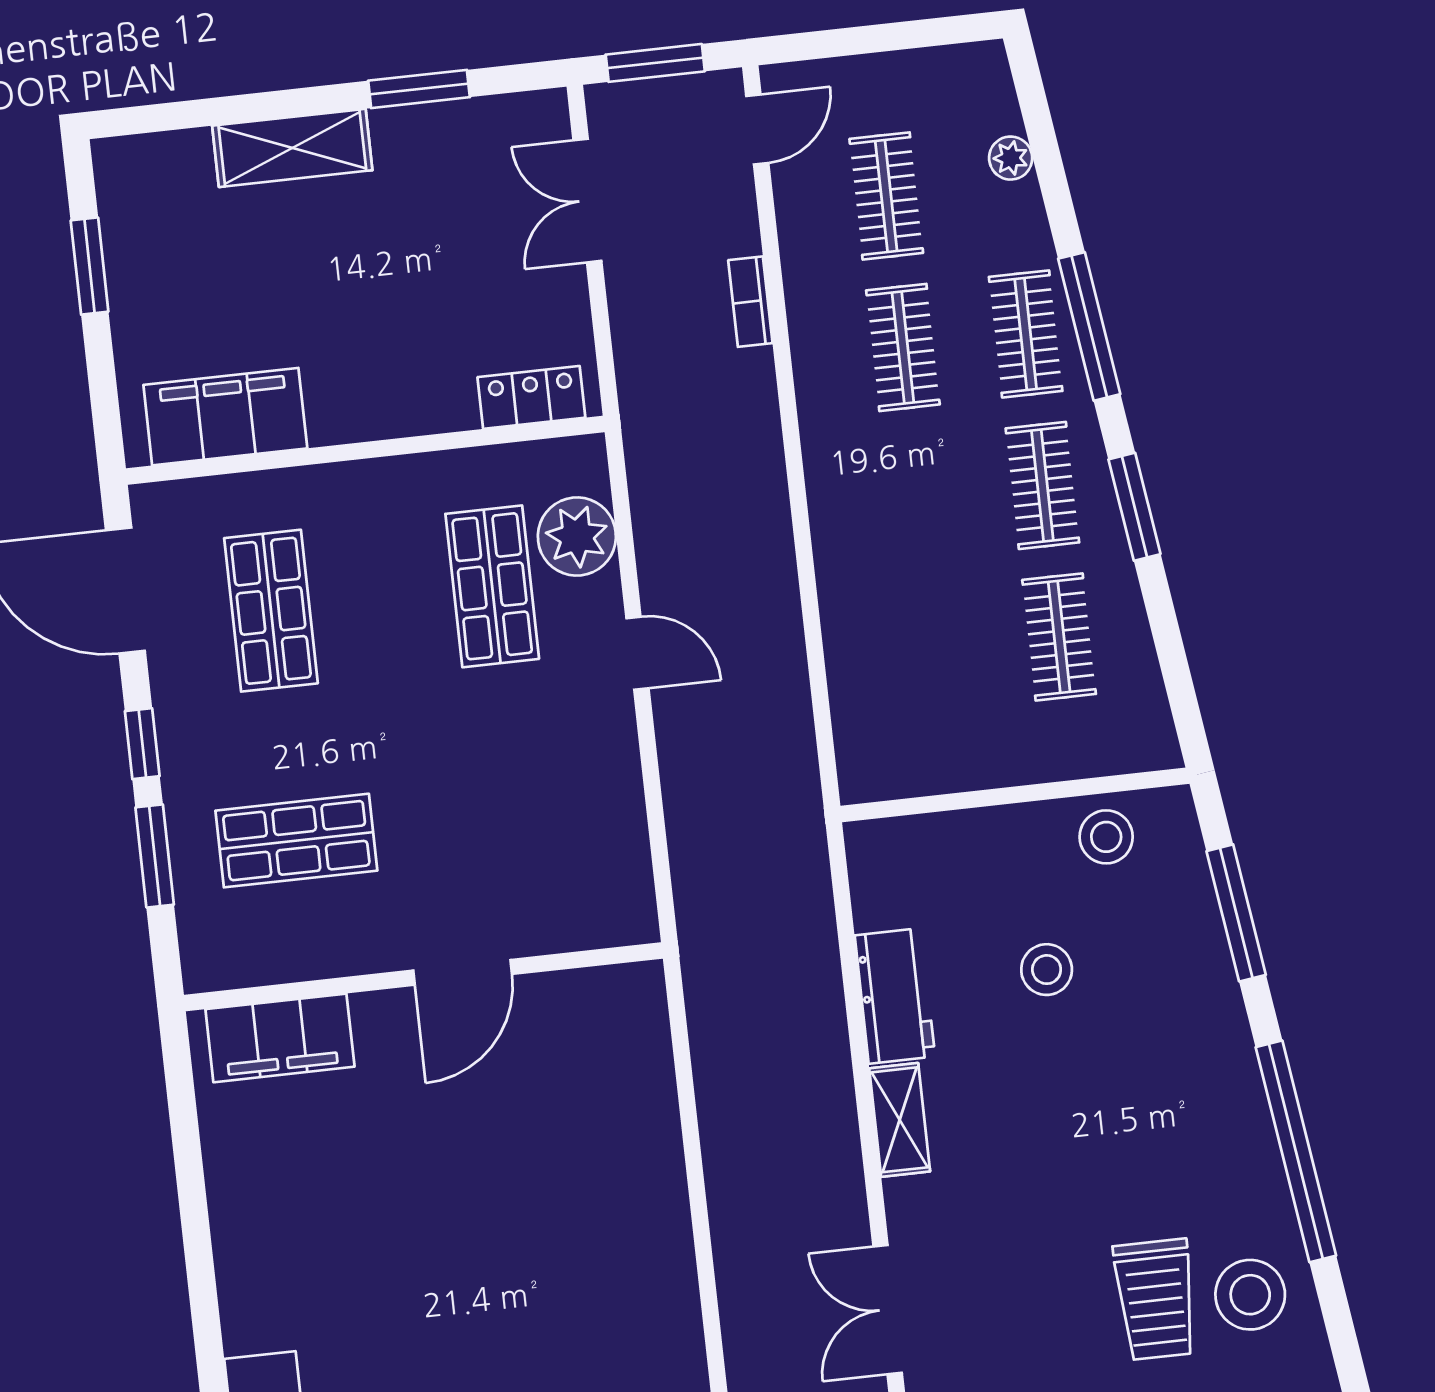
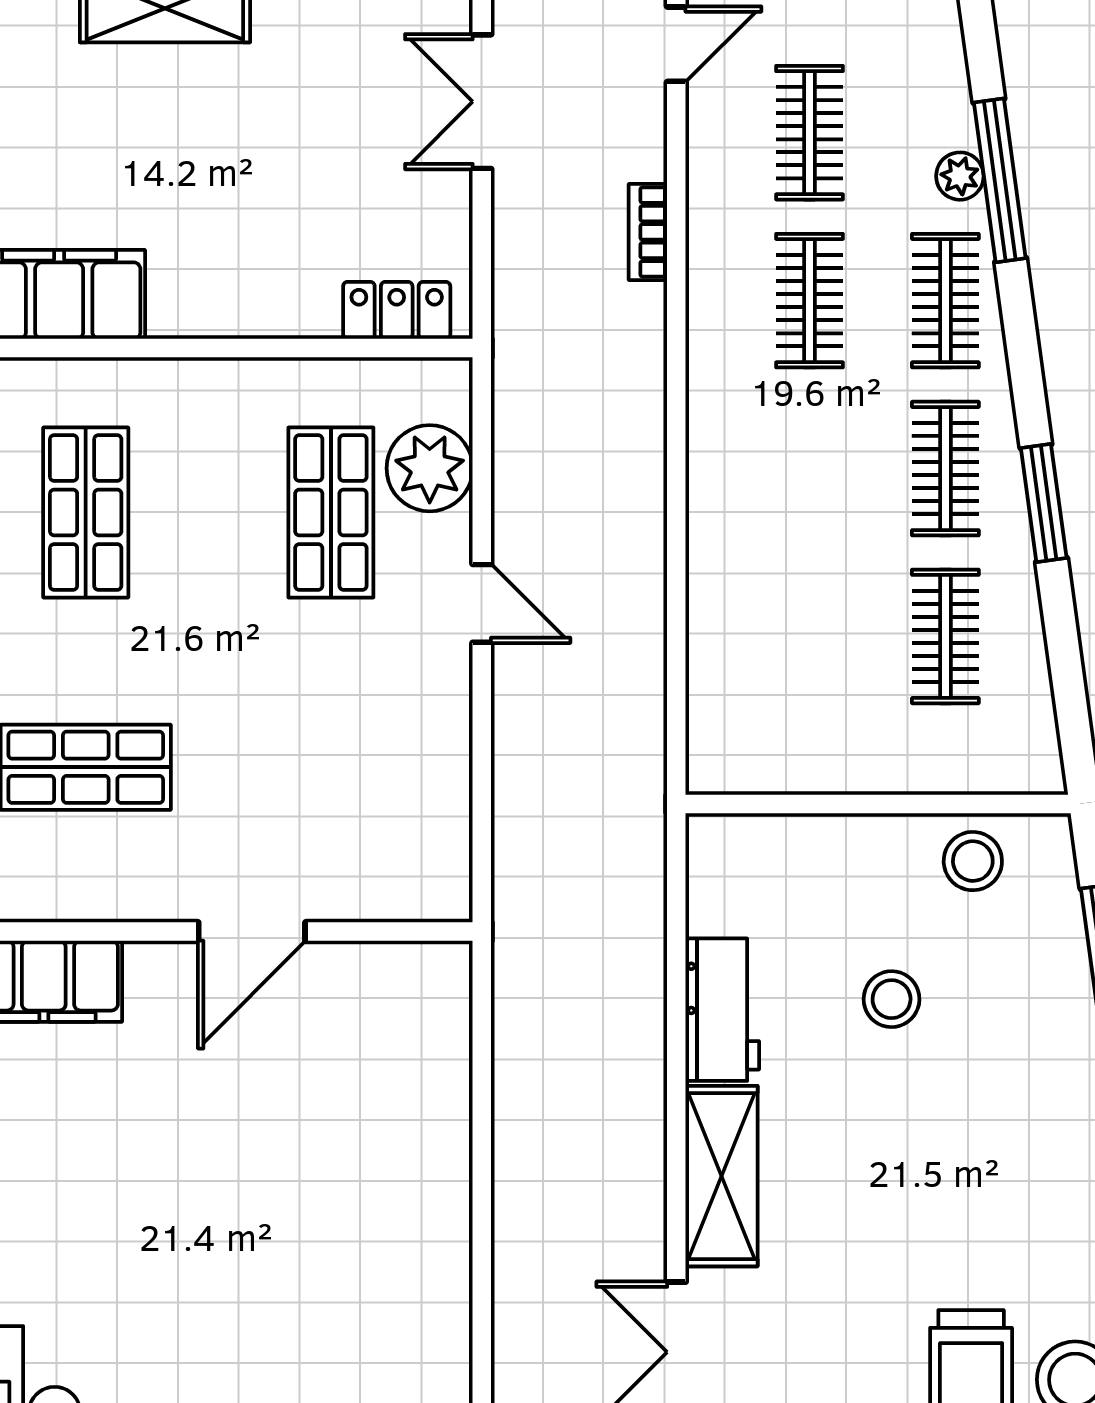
plant: (1011, 158) -> (960, 176), moved
window: (1089, 326) -> (1000, 180), moved
shelving: (900, 1120) -> (722, 1176), width x1.50, depth x1.33

